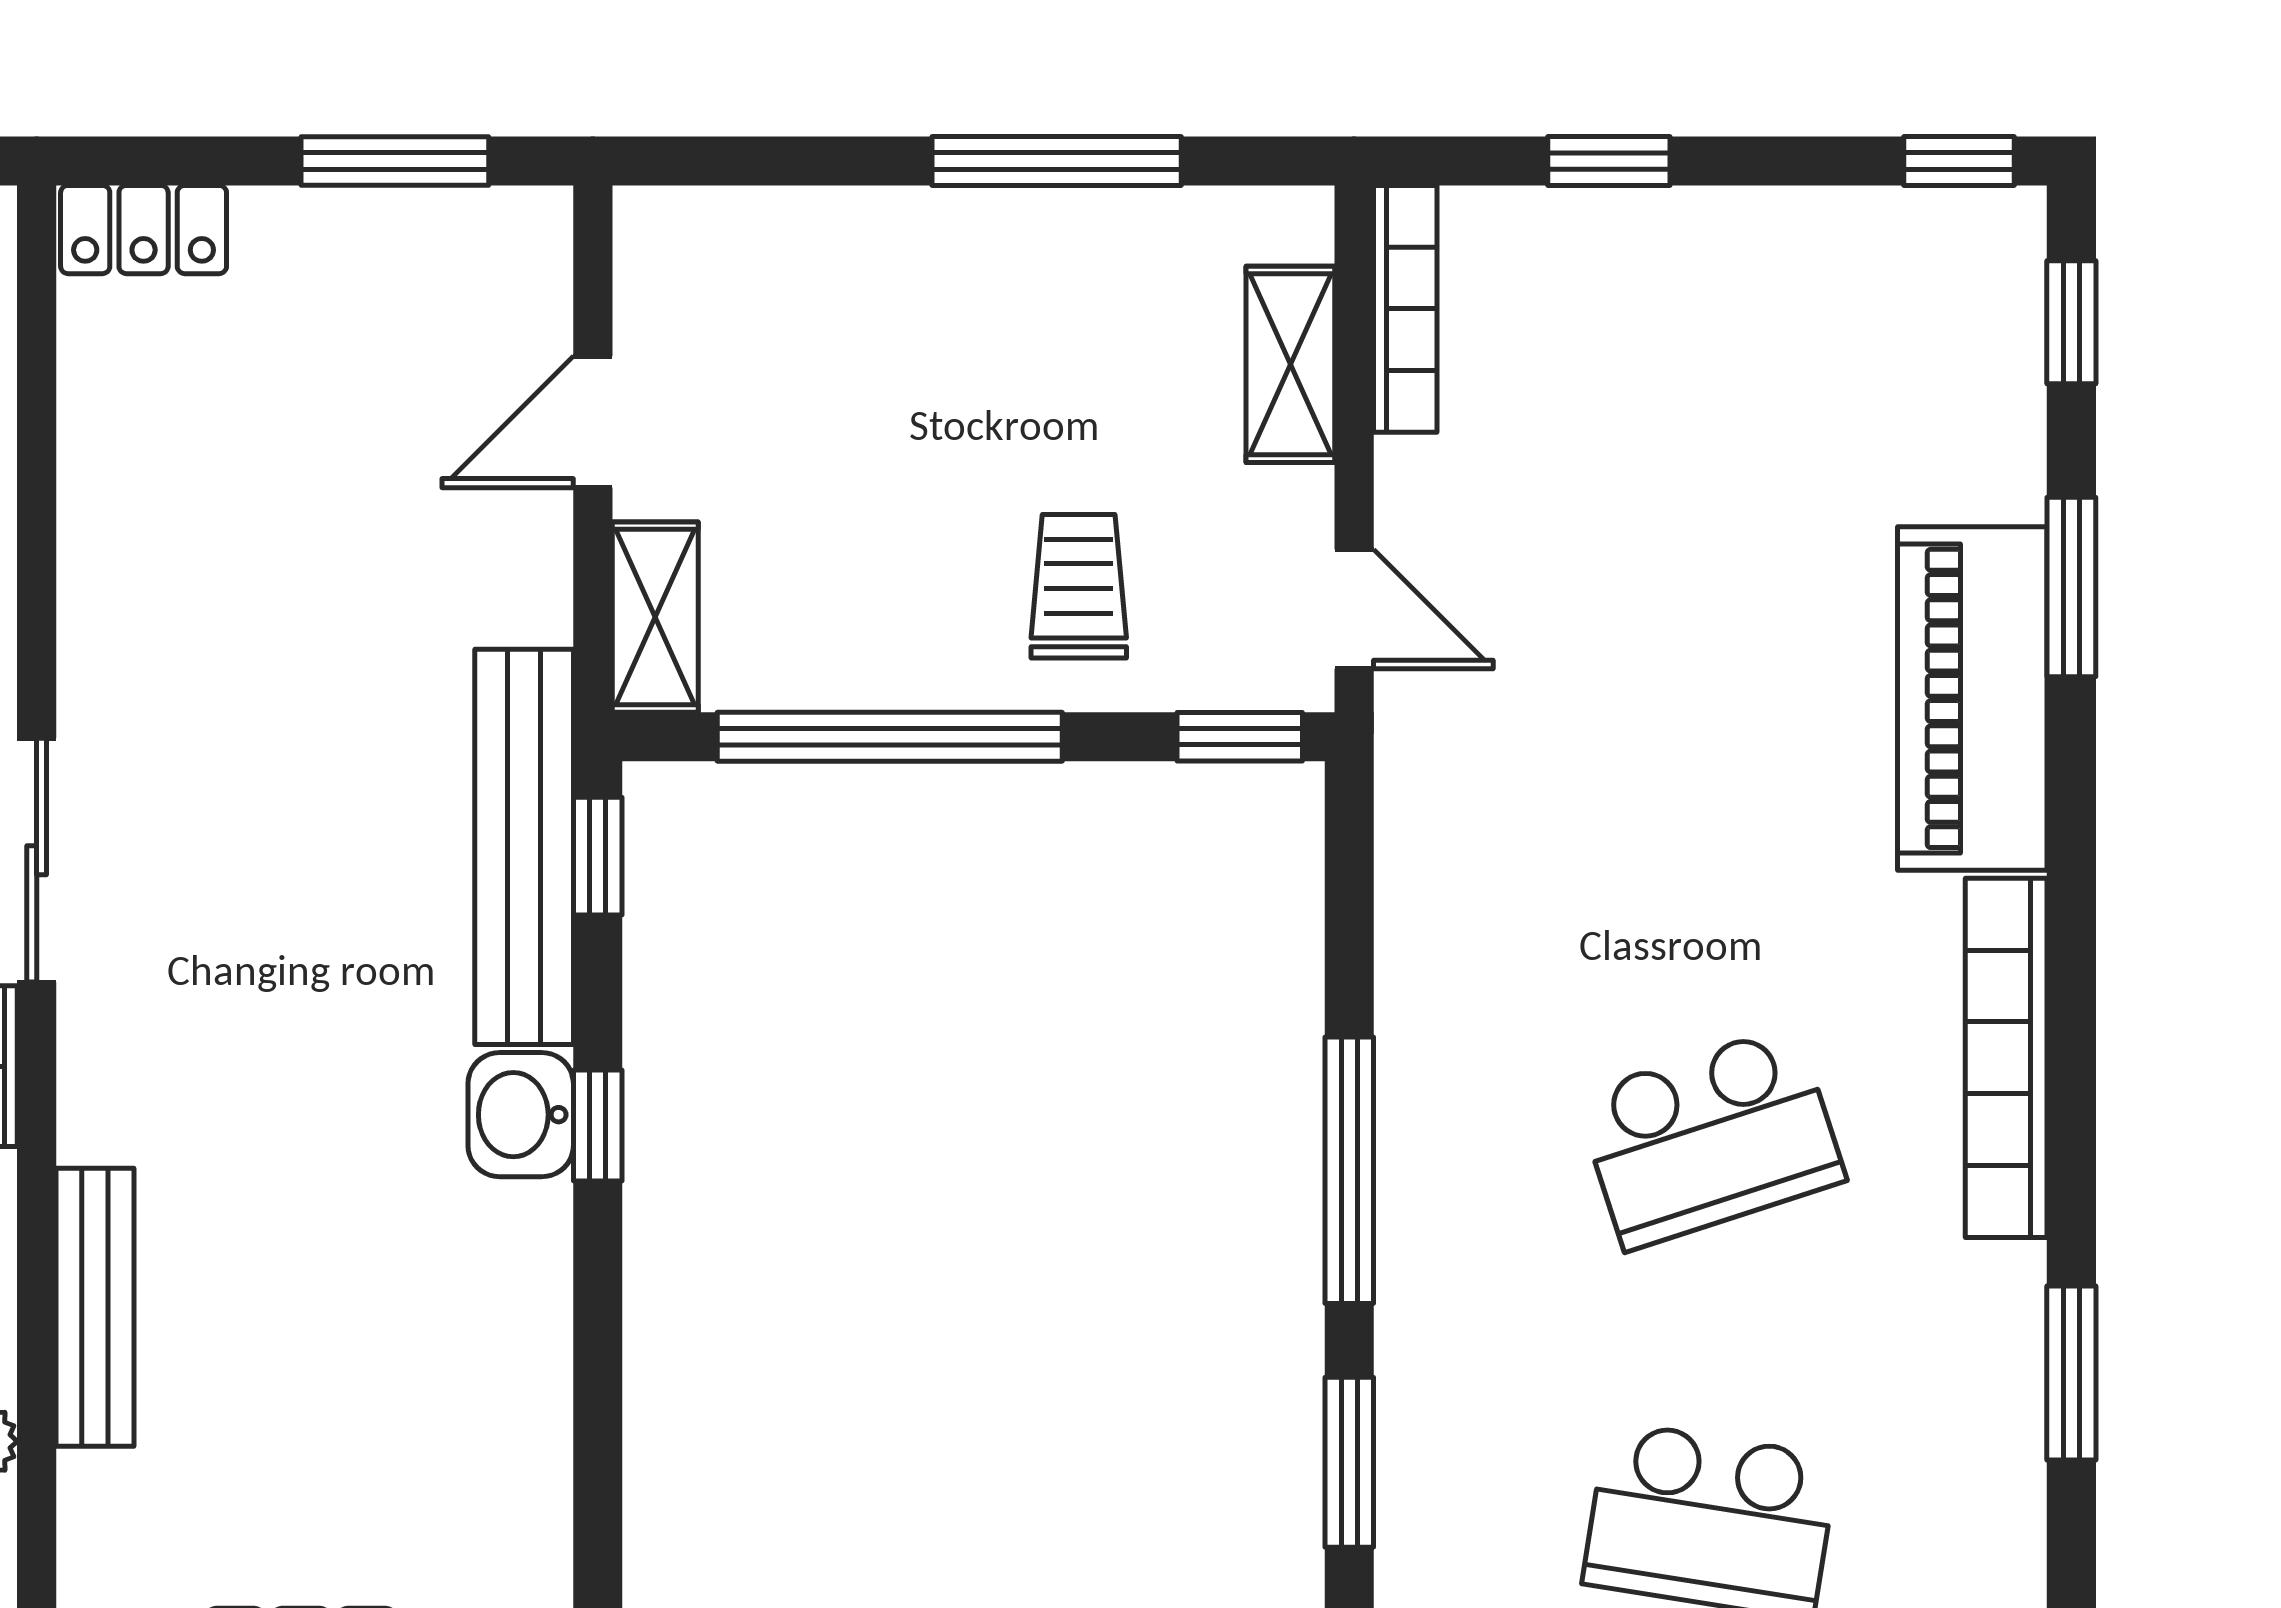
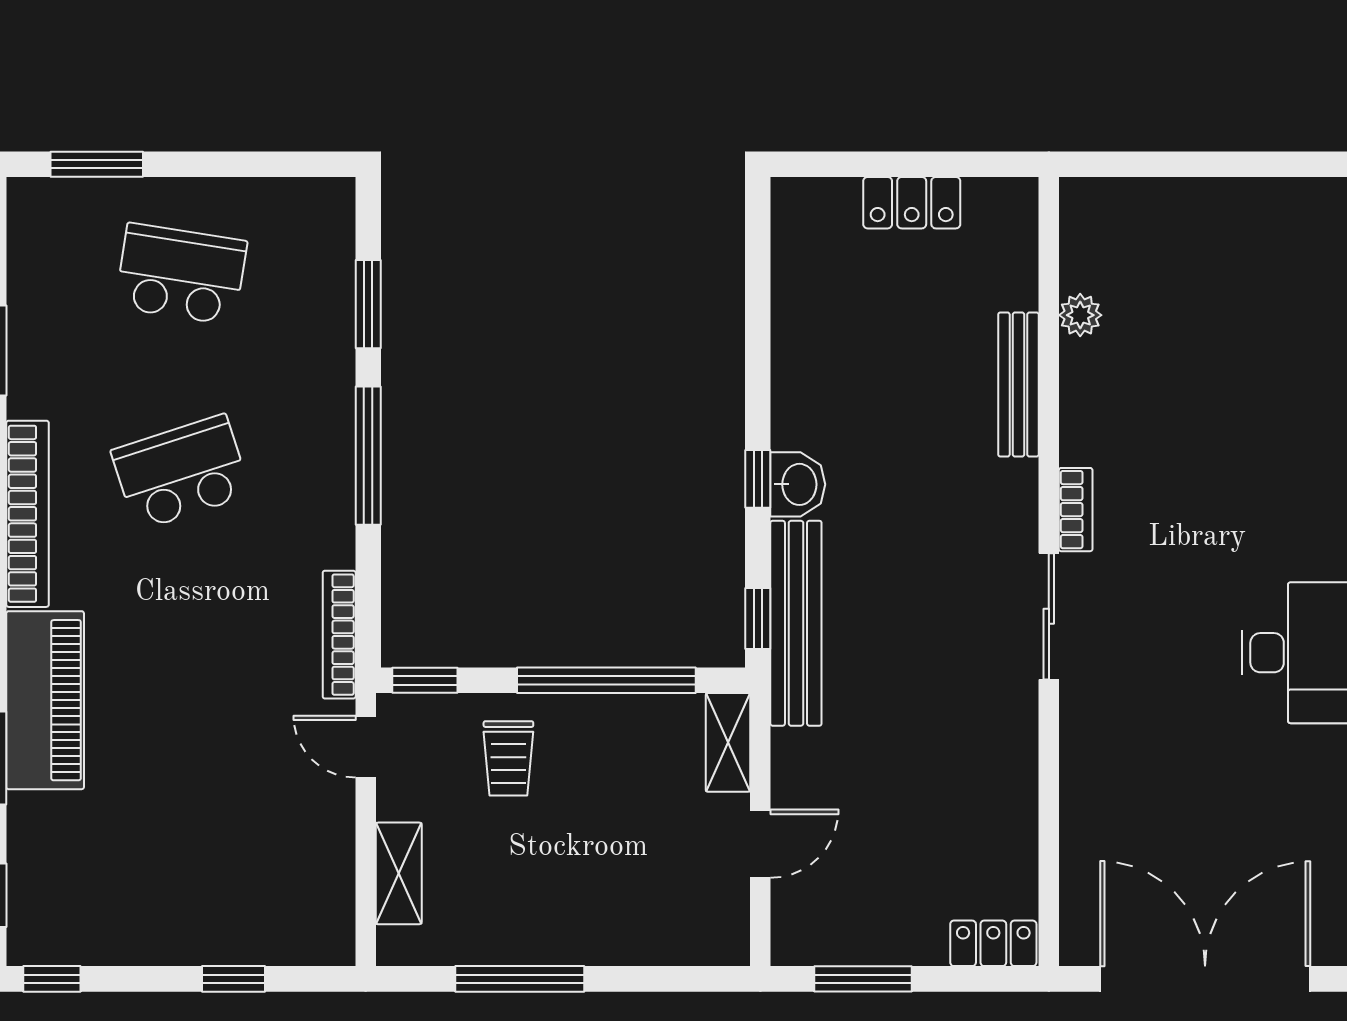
bookcase: (1405, 309) -> (339, 635), moved

